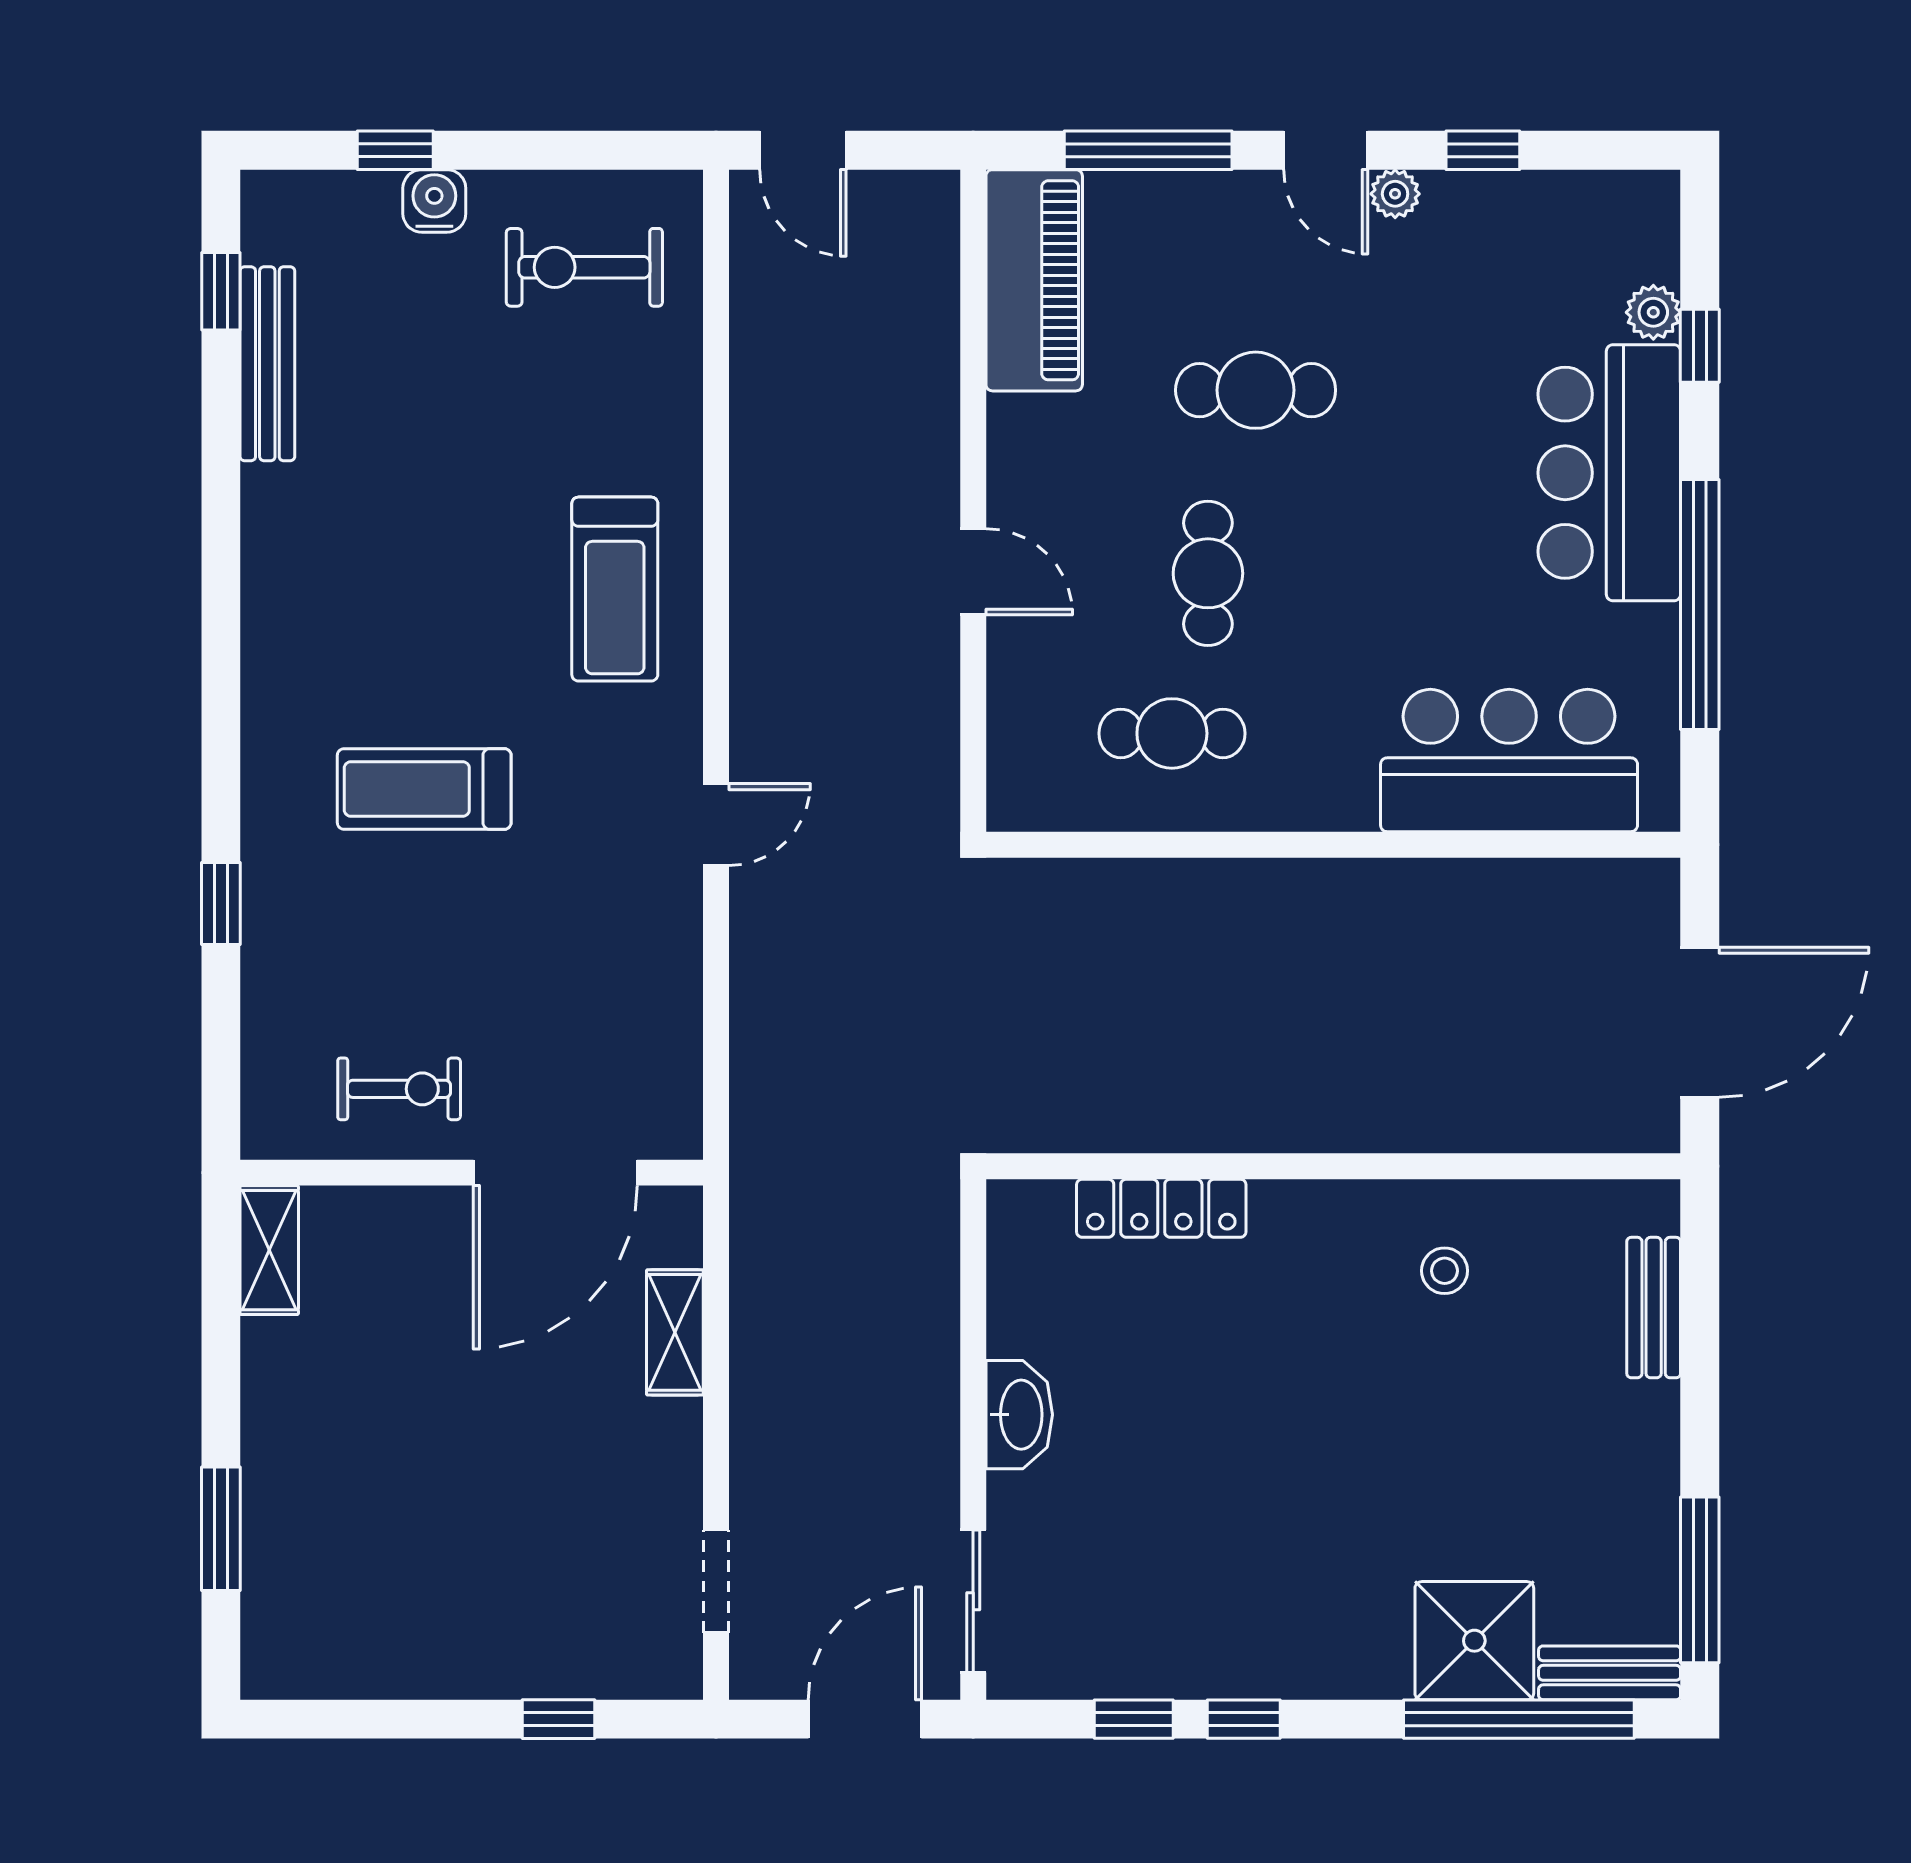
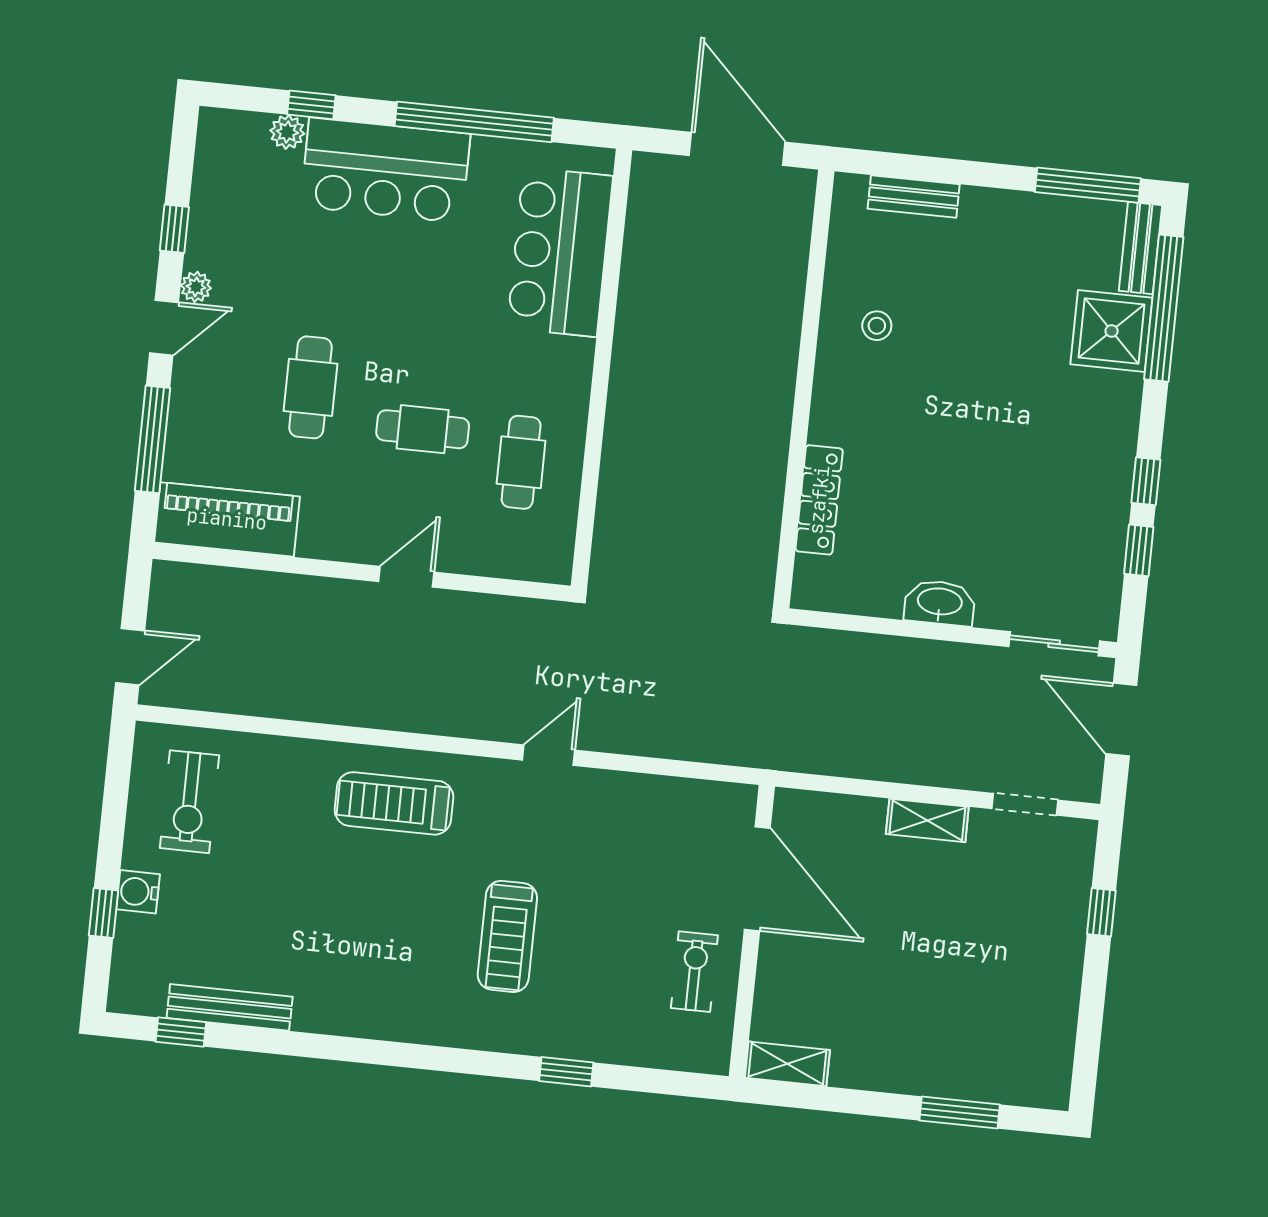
treadmill: (615, 589) -> (394, 803), turned 180
door: (716, 825) -> (549, 755), hinge flipped
shelving: (675, 1332) -> (927, 820), moved

